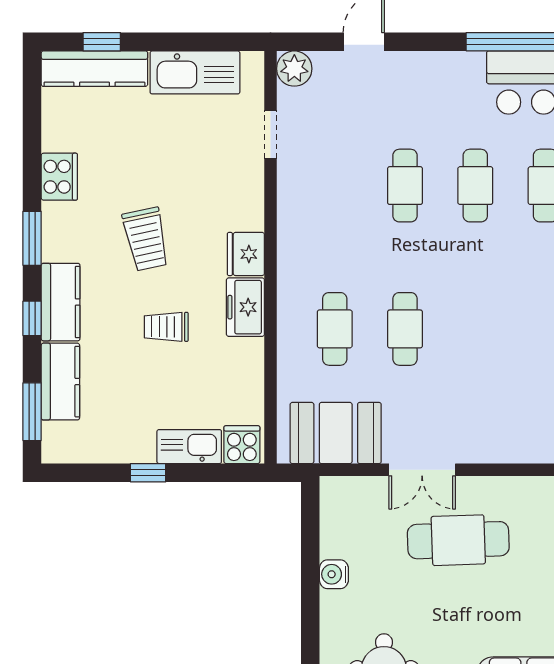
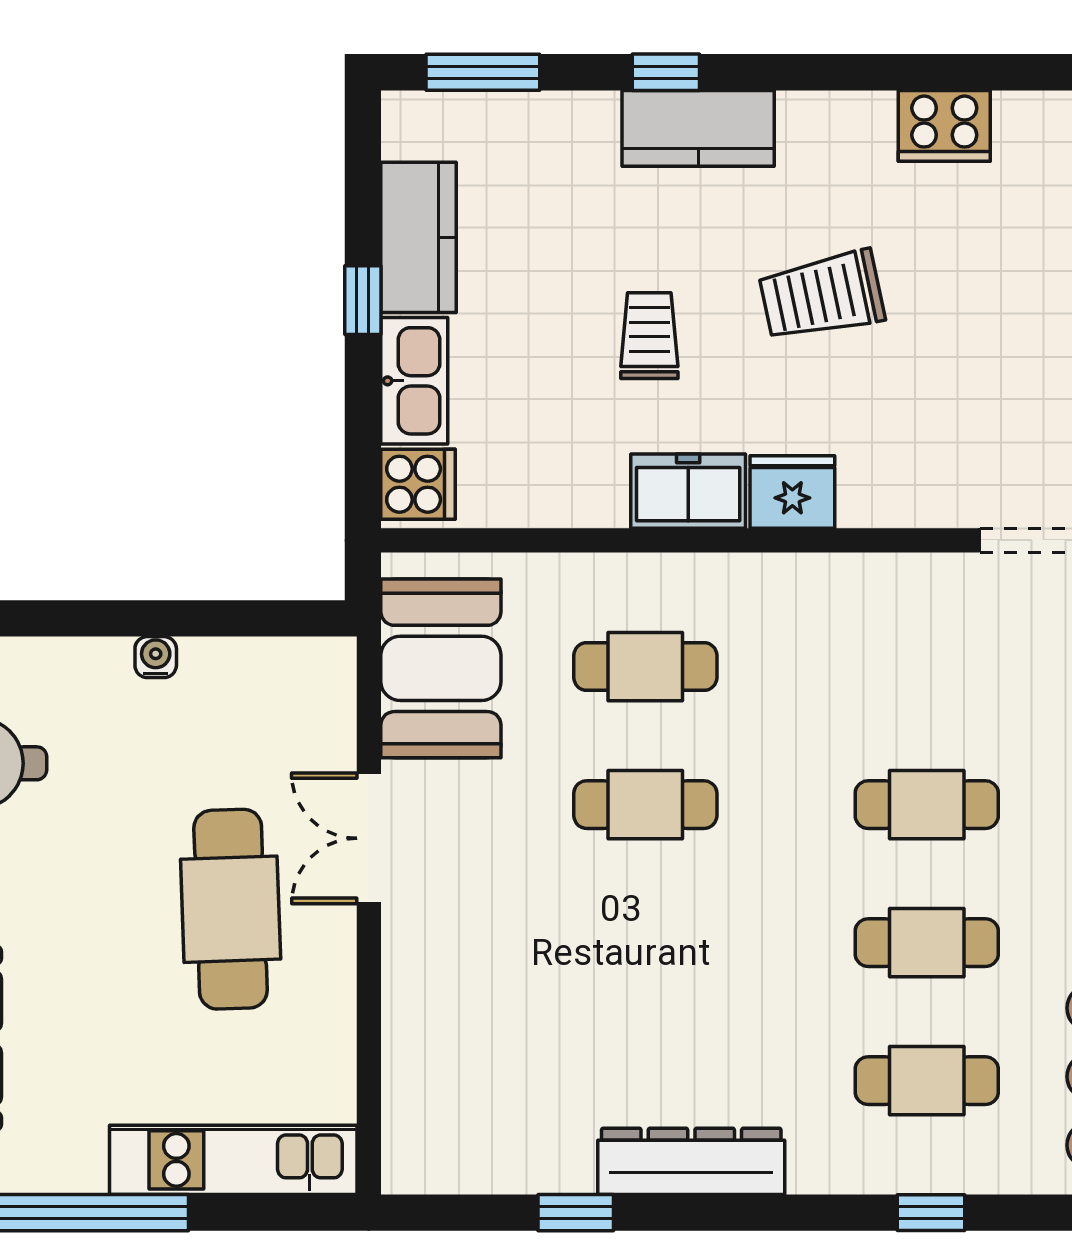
window: (32, 238) -> (823, 72), removed
kitchen counter: (60, 382) -> (419, 237), moved, turned -90
water cooler: (334, 574) -> (156, 657), width x0.72, depth x0.72

